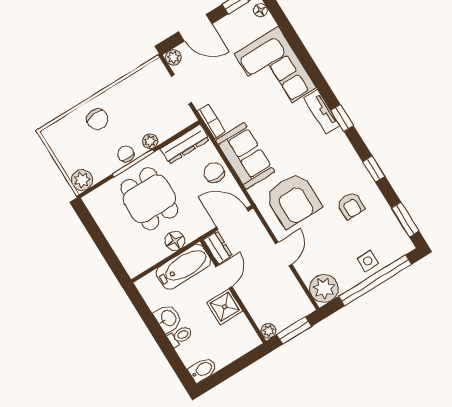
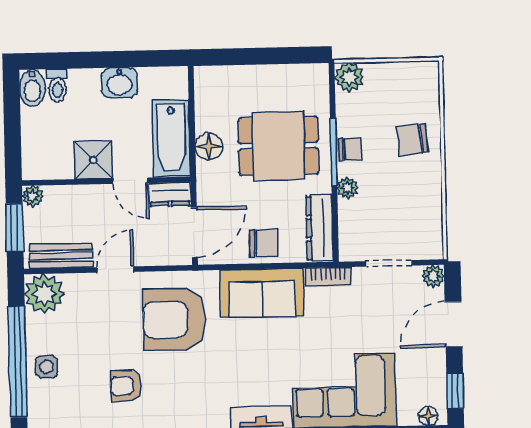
door: (284, 254) -> (115, 269), swing flipped
bench: (295, 292) -> (61, 256), added
toilet: (180, 336) -> (57, 85), moved

